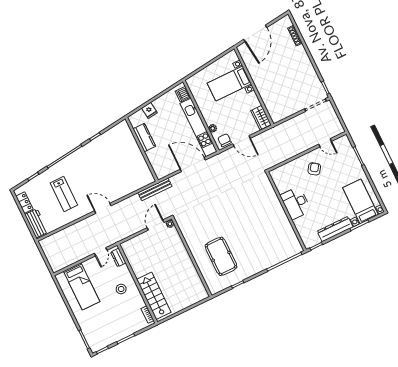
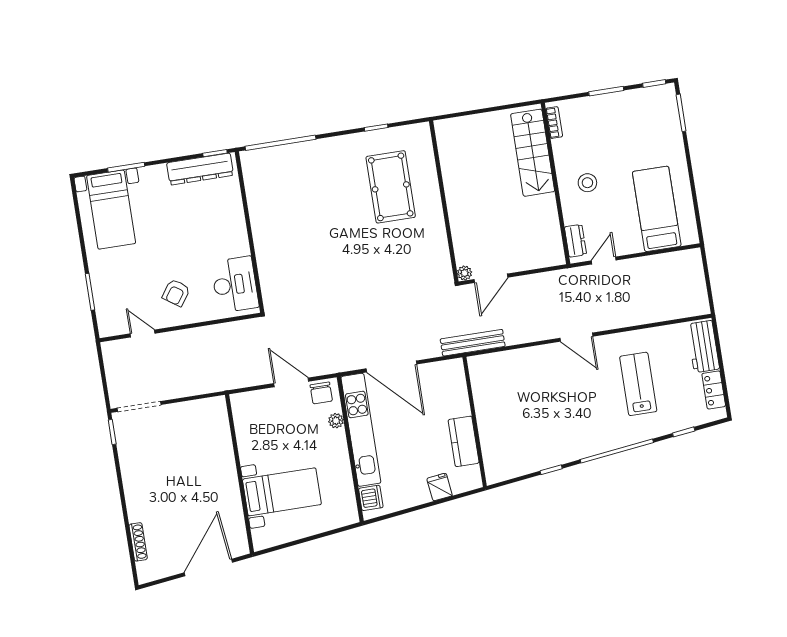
wardrobe: (261, 118) -> (244, 413), removed
desk: (296, 203) -> (235, 285), moved
dresser: (335, 229) -> (200, 169), moved

